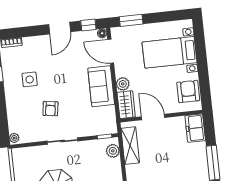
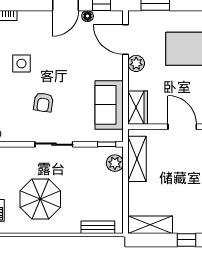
floor lamp: (102, 33) -> (88, 16), moved
plant: (123, 84) -> (136, 63), moved
sofa: (101, 86) -> (109, 105), moved
door: (153, 117) -> (182, 127), moved

